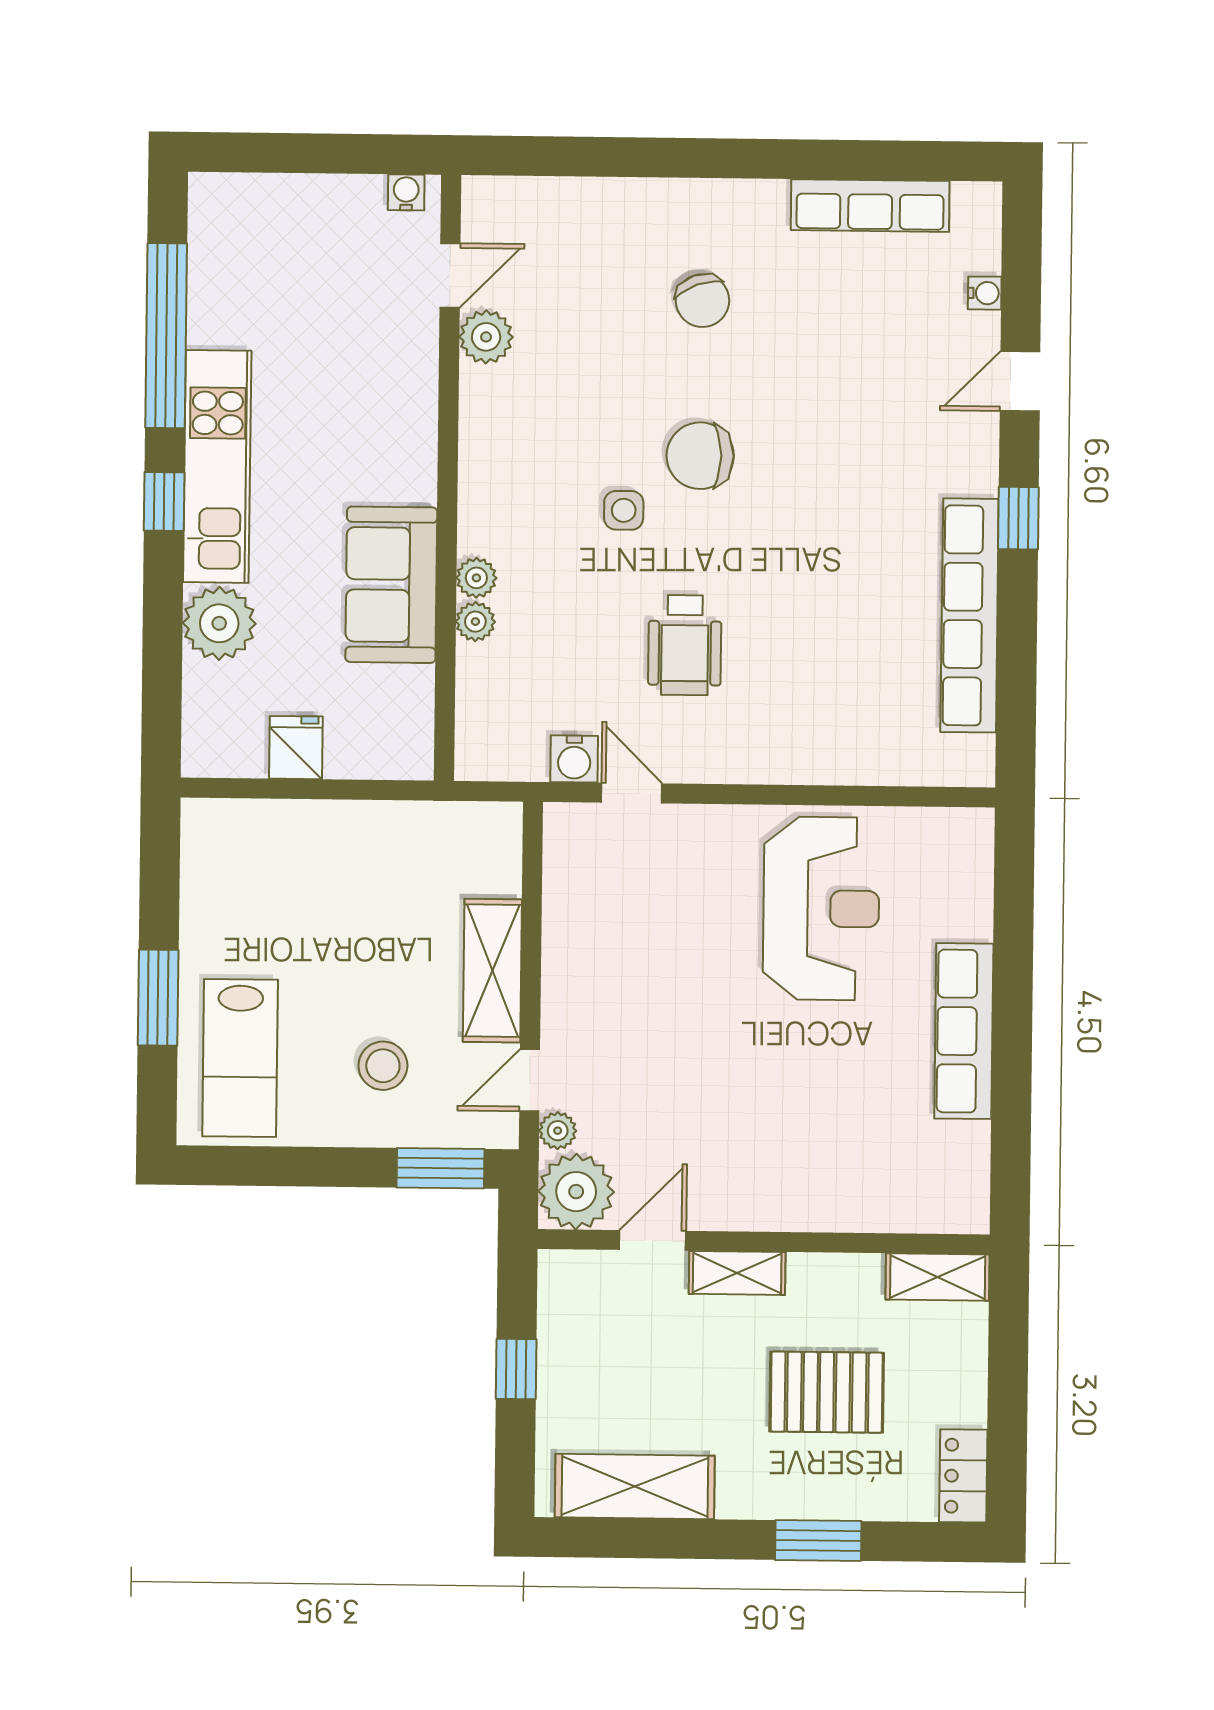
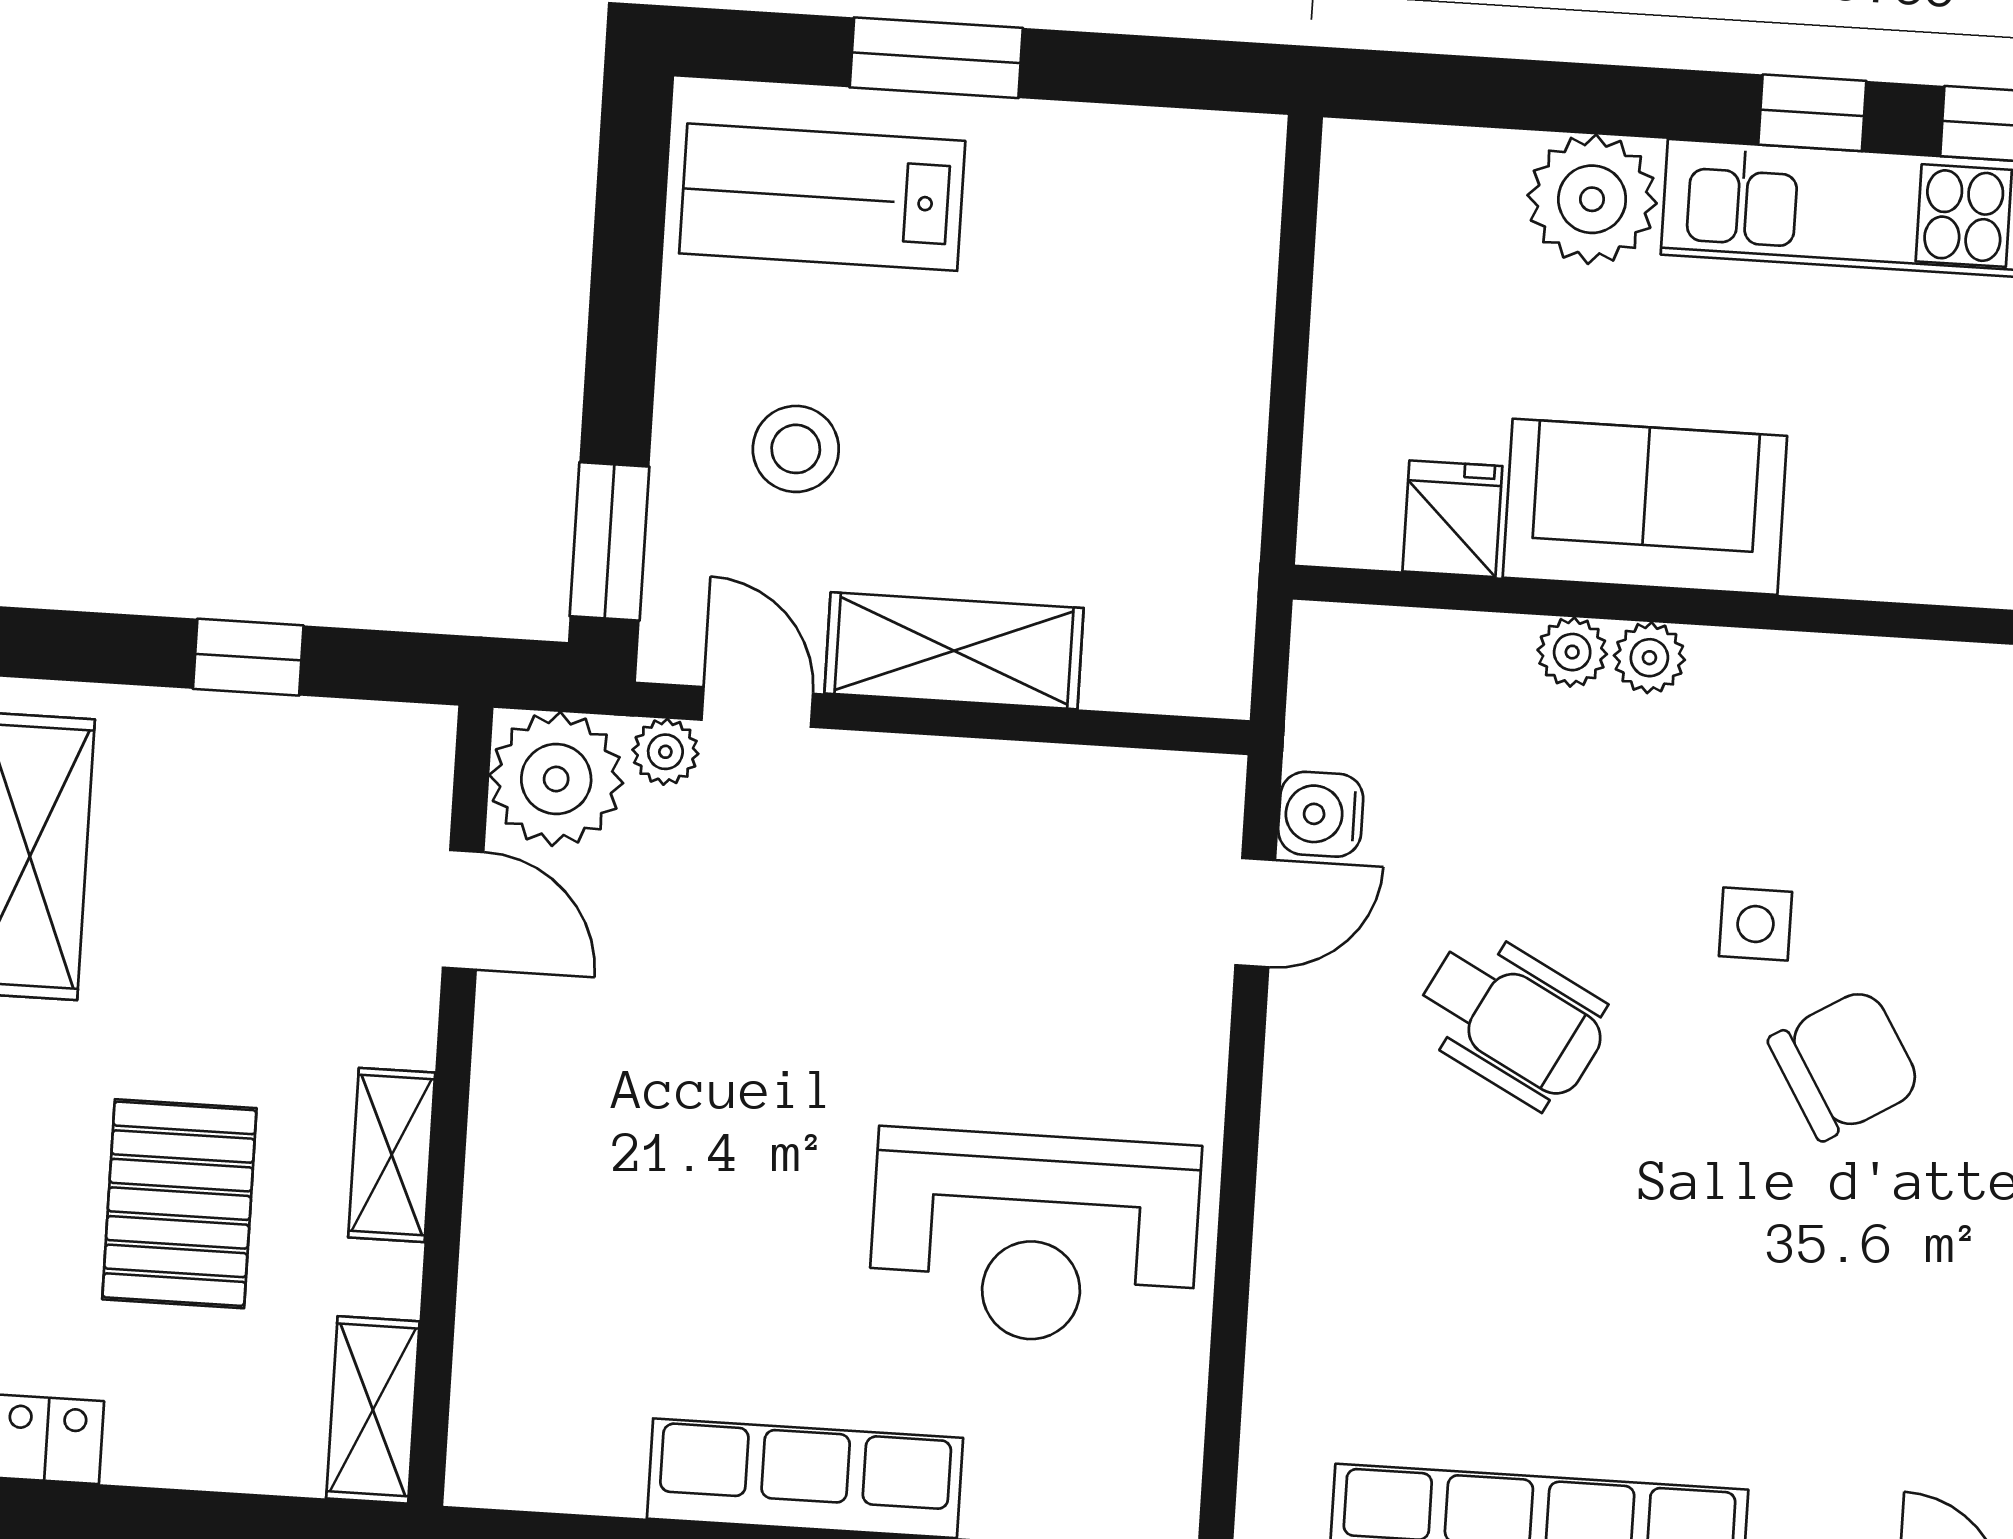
chair: (700, 456) -> (1845, 1064), turned 59
wheelchair: (685, 645) -> (1512, 1020), turned -152
fridge: (296, 748) -> (1452, 519), moved, turned -90
shelving: (737, 1273) -> (392, 1155), moved

